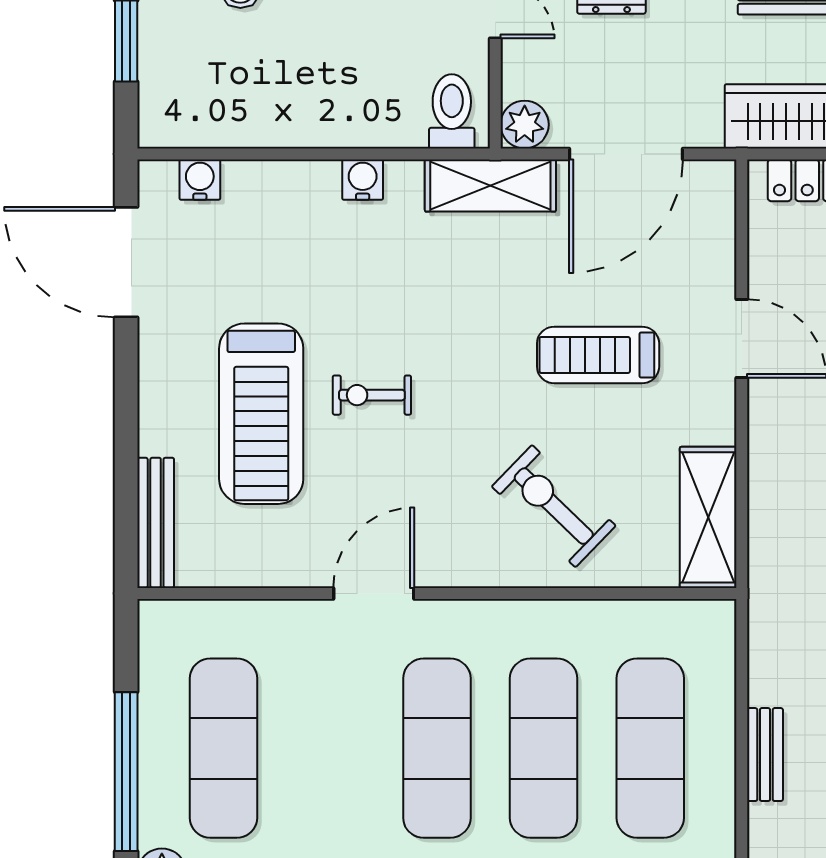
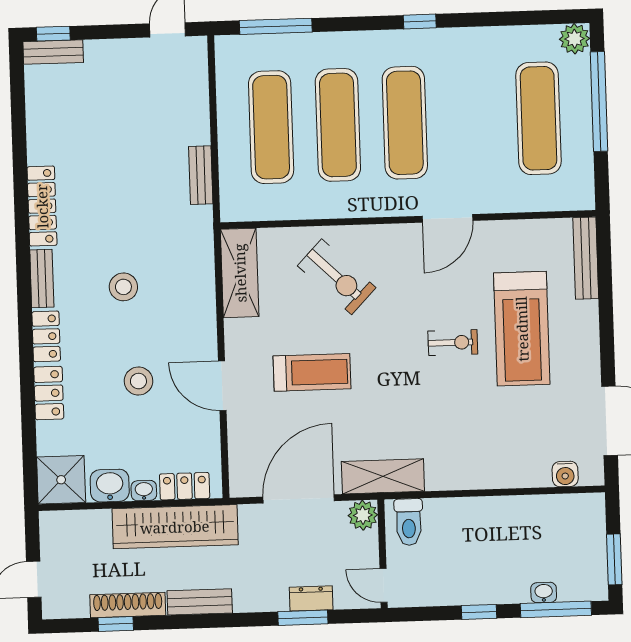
water cooler: (363, 180) -> (463, 477), removed
treadmill: (261, 414) -> (522, 329), turned 180
bench: (765, 755) -> (201, 175), moved

